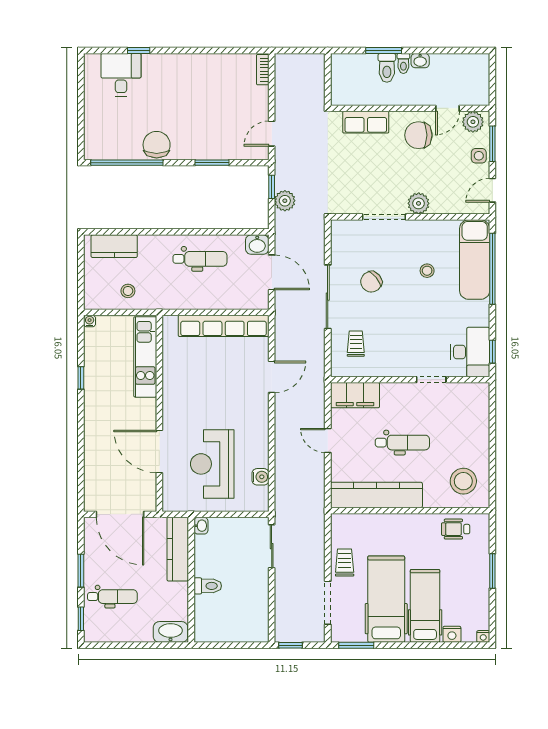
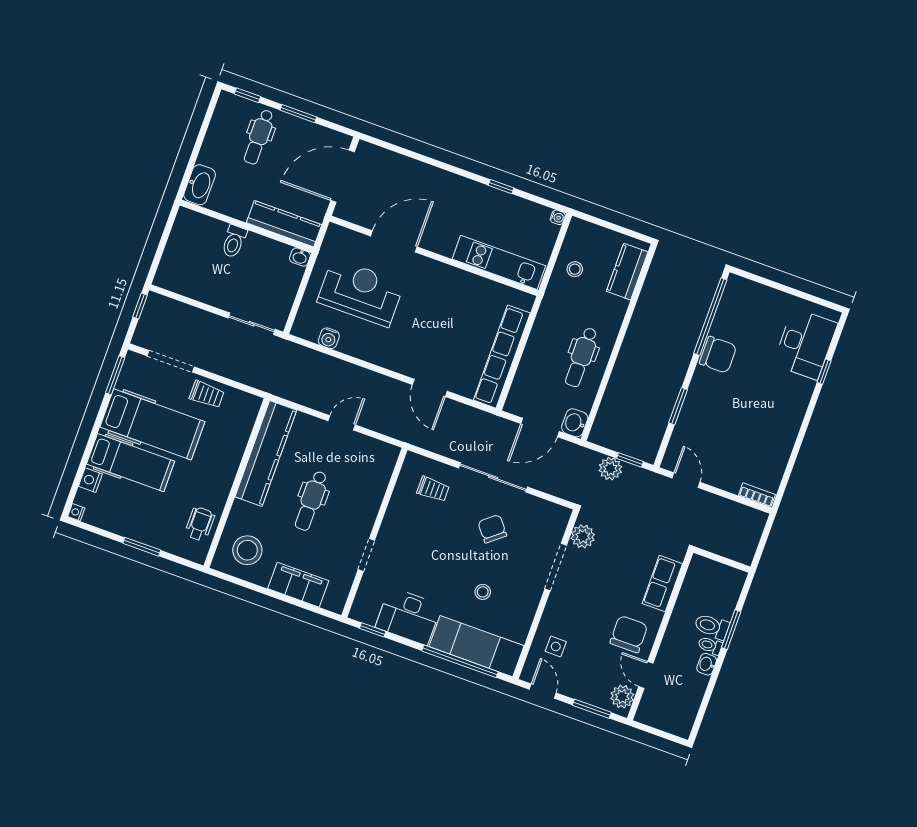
desk: (121, 75) -> (805, 344), width x1.37
side table: (479, 156) -> (556, 646), moved
plant: (419, 203) -> (583, 536), moved
desk: (470, 352) -> (408, 616), moved
filing cabinet: (355, 395) -> (298, 585), moved, turned 90

